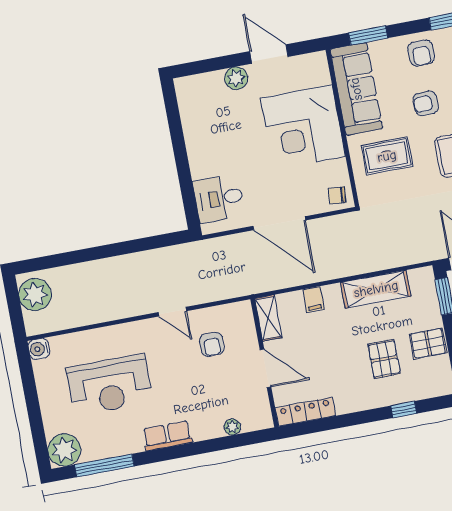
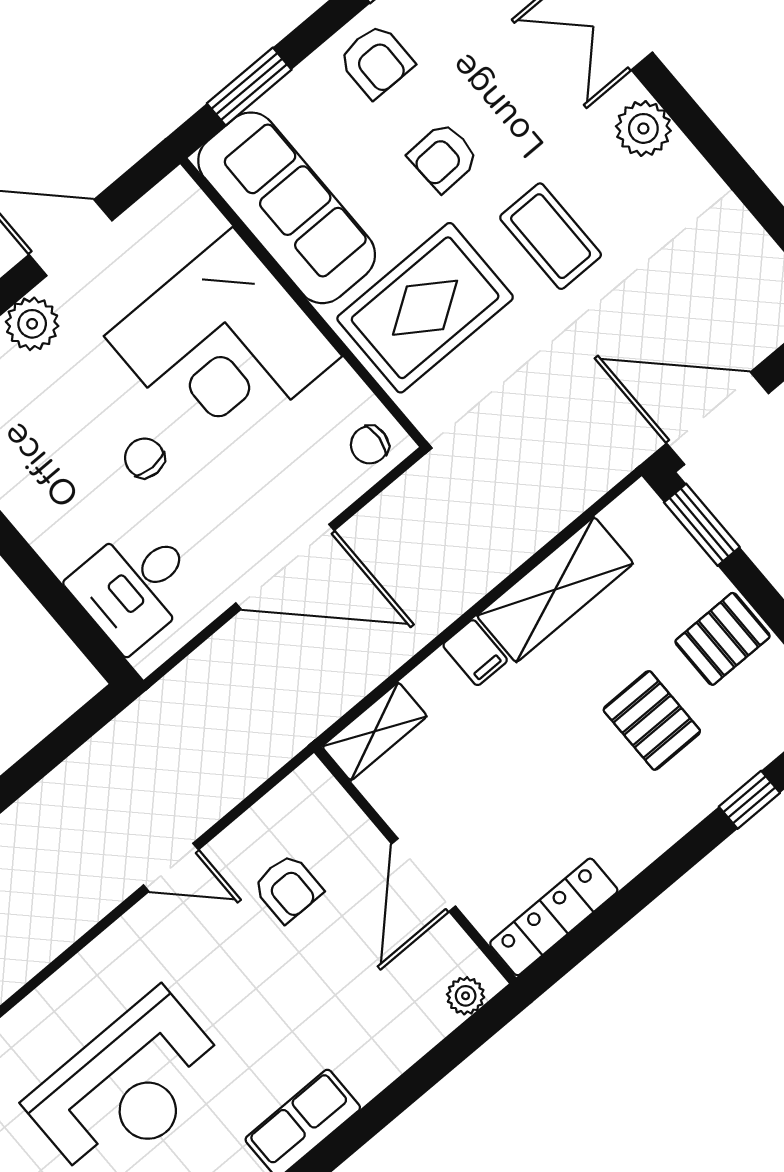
chair: (250, 152) -> (145, 458), added
rug: (387, 156) -> (425, 308), width x1.36, depth x1.43
filing cabinet: (314, 299) -> (475, 653), moved
shelving: (268, 318) -> (375, 731), moved, turned 90
door: (266, 368) -> (423, 875), swing flipped
plant: (232, 427) -> (466, 996), moved

